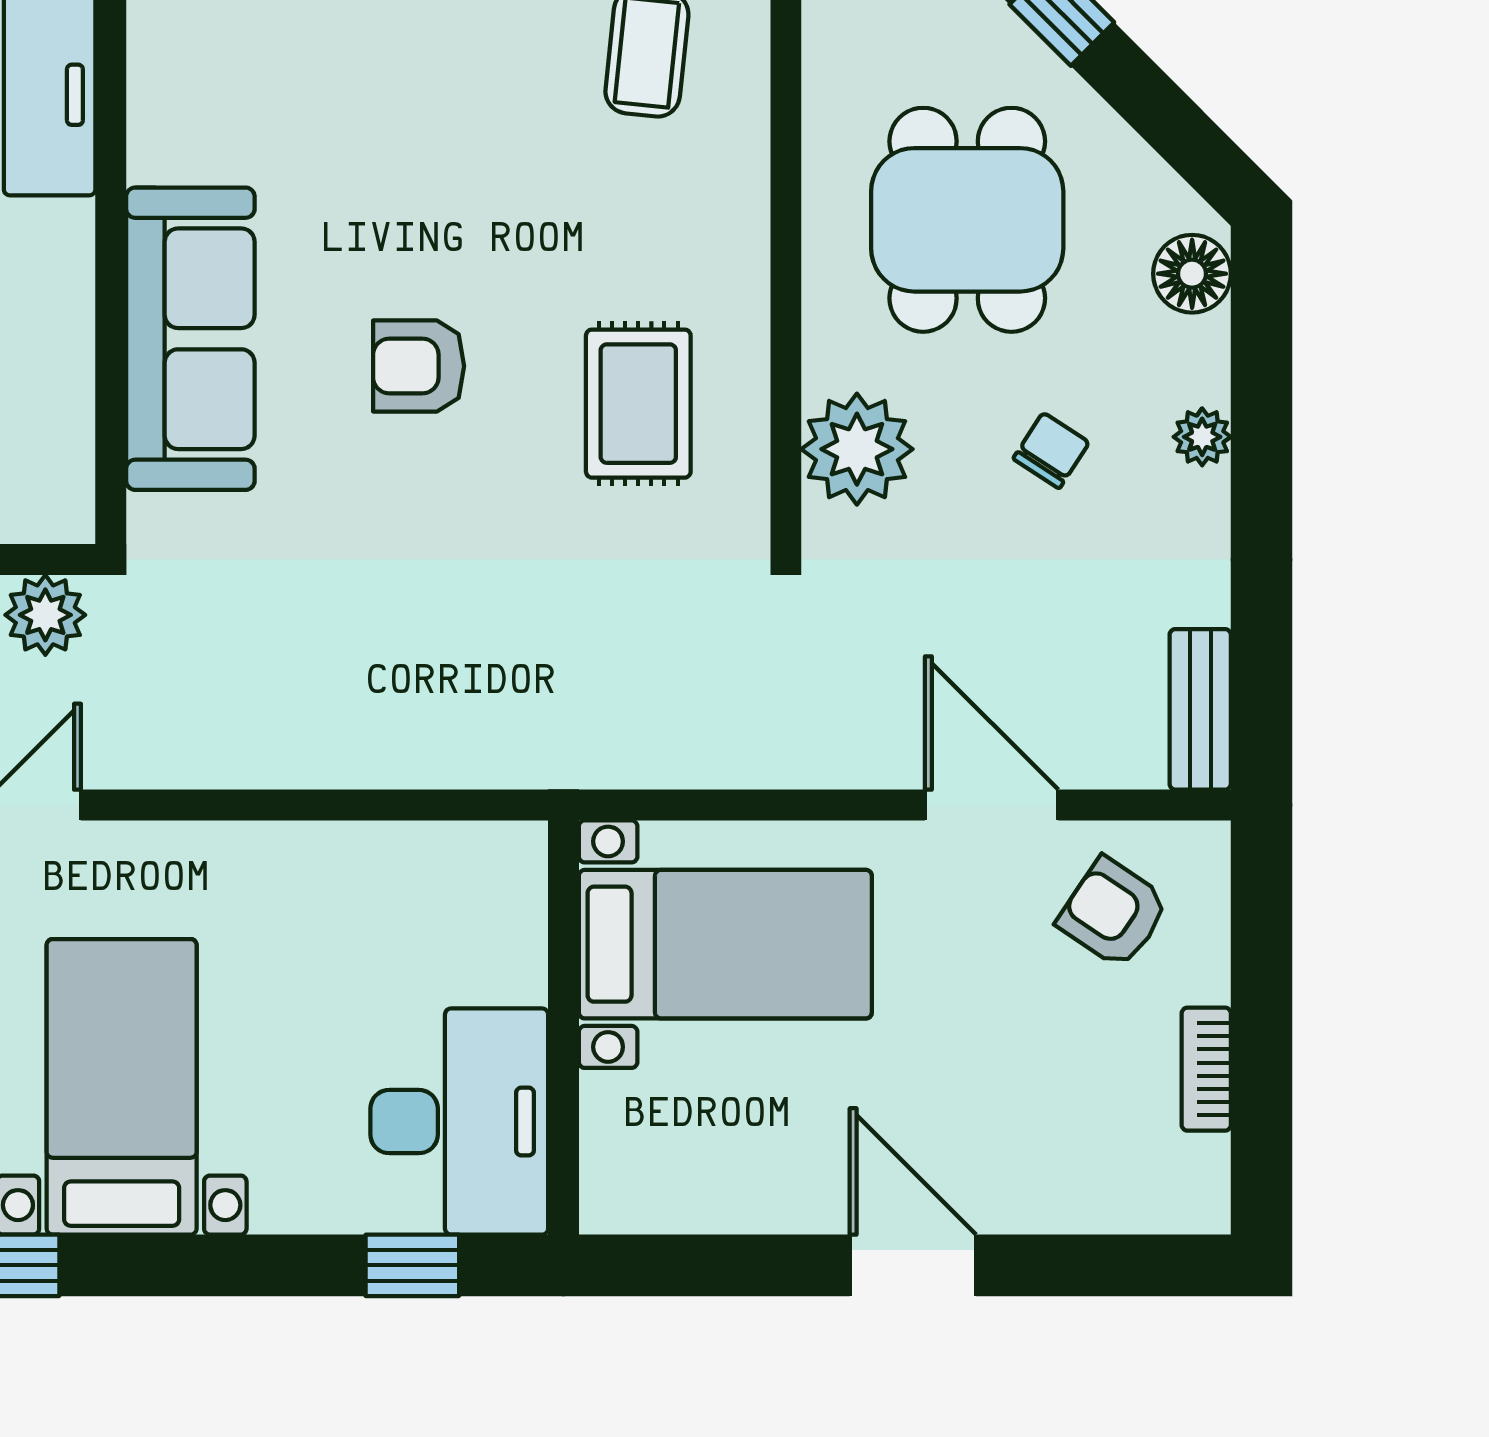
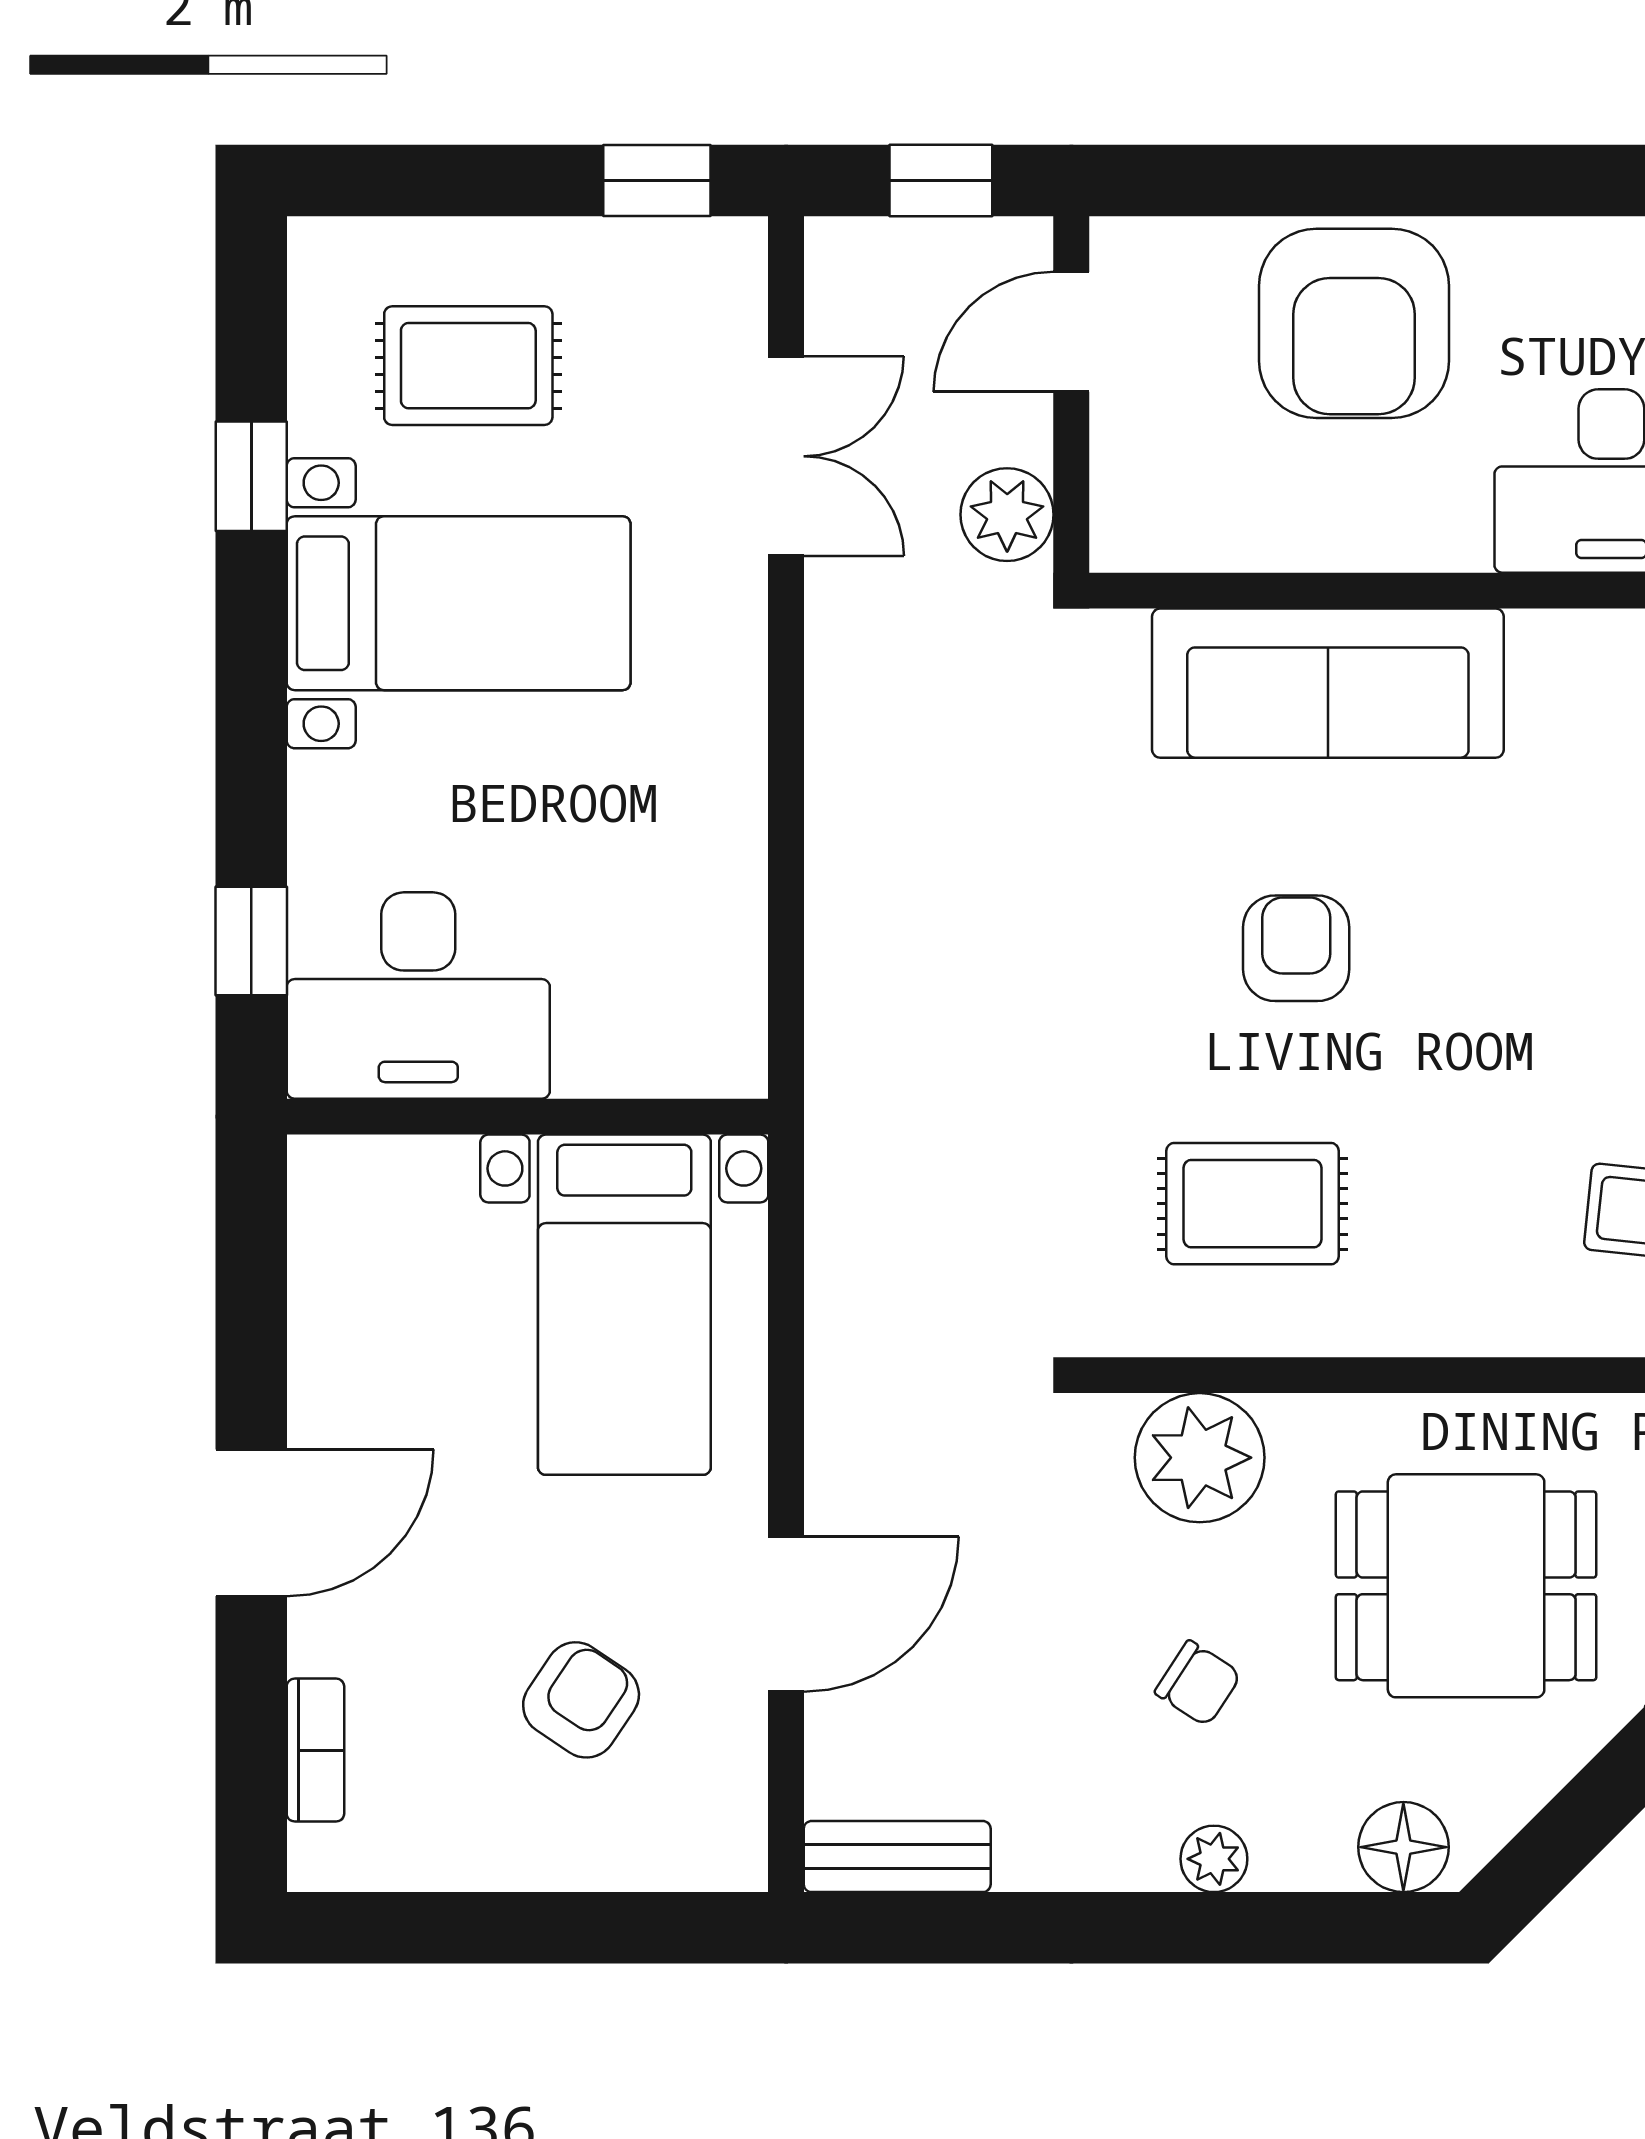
armchair: (1113, 913) -> (581, 1700), moved
bookcase: (1206, 1069) -> (315, 1750), moved, turned 90

